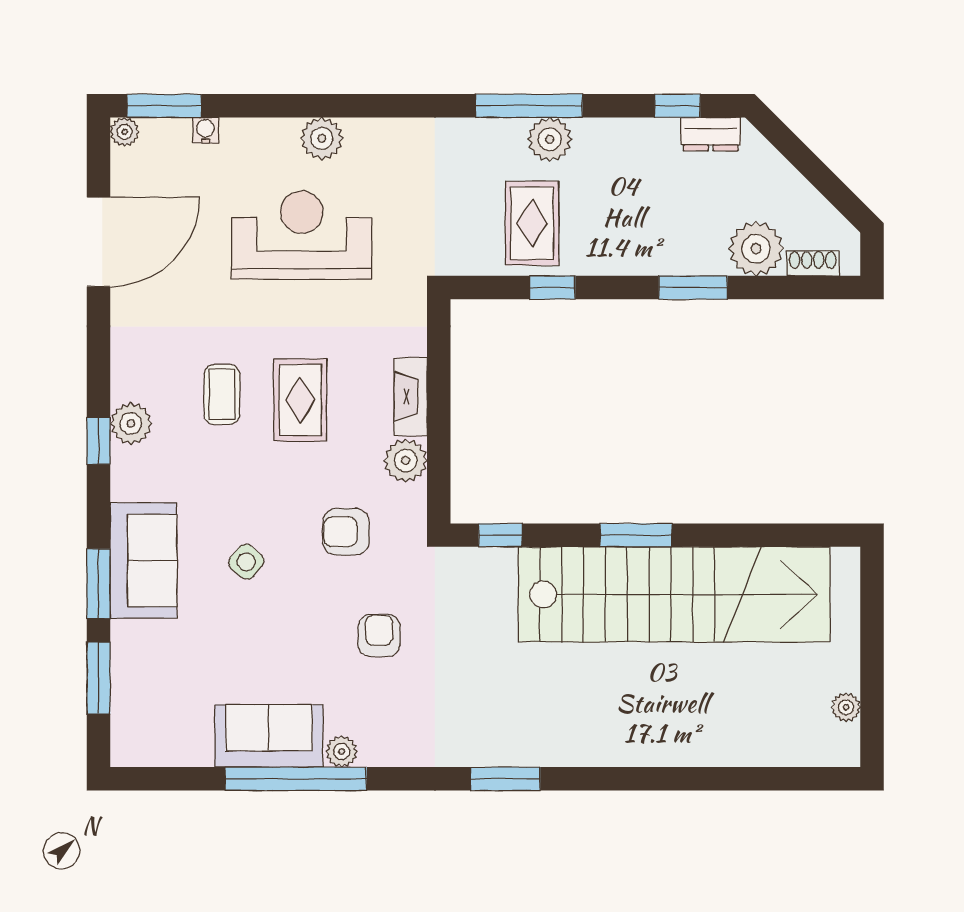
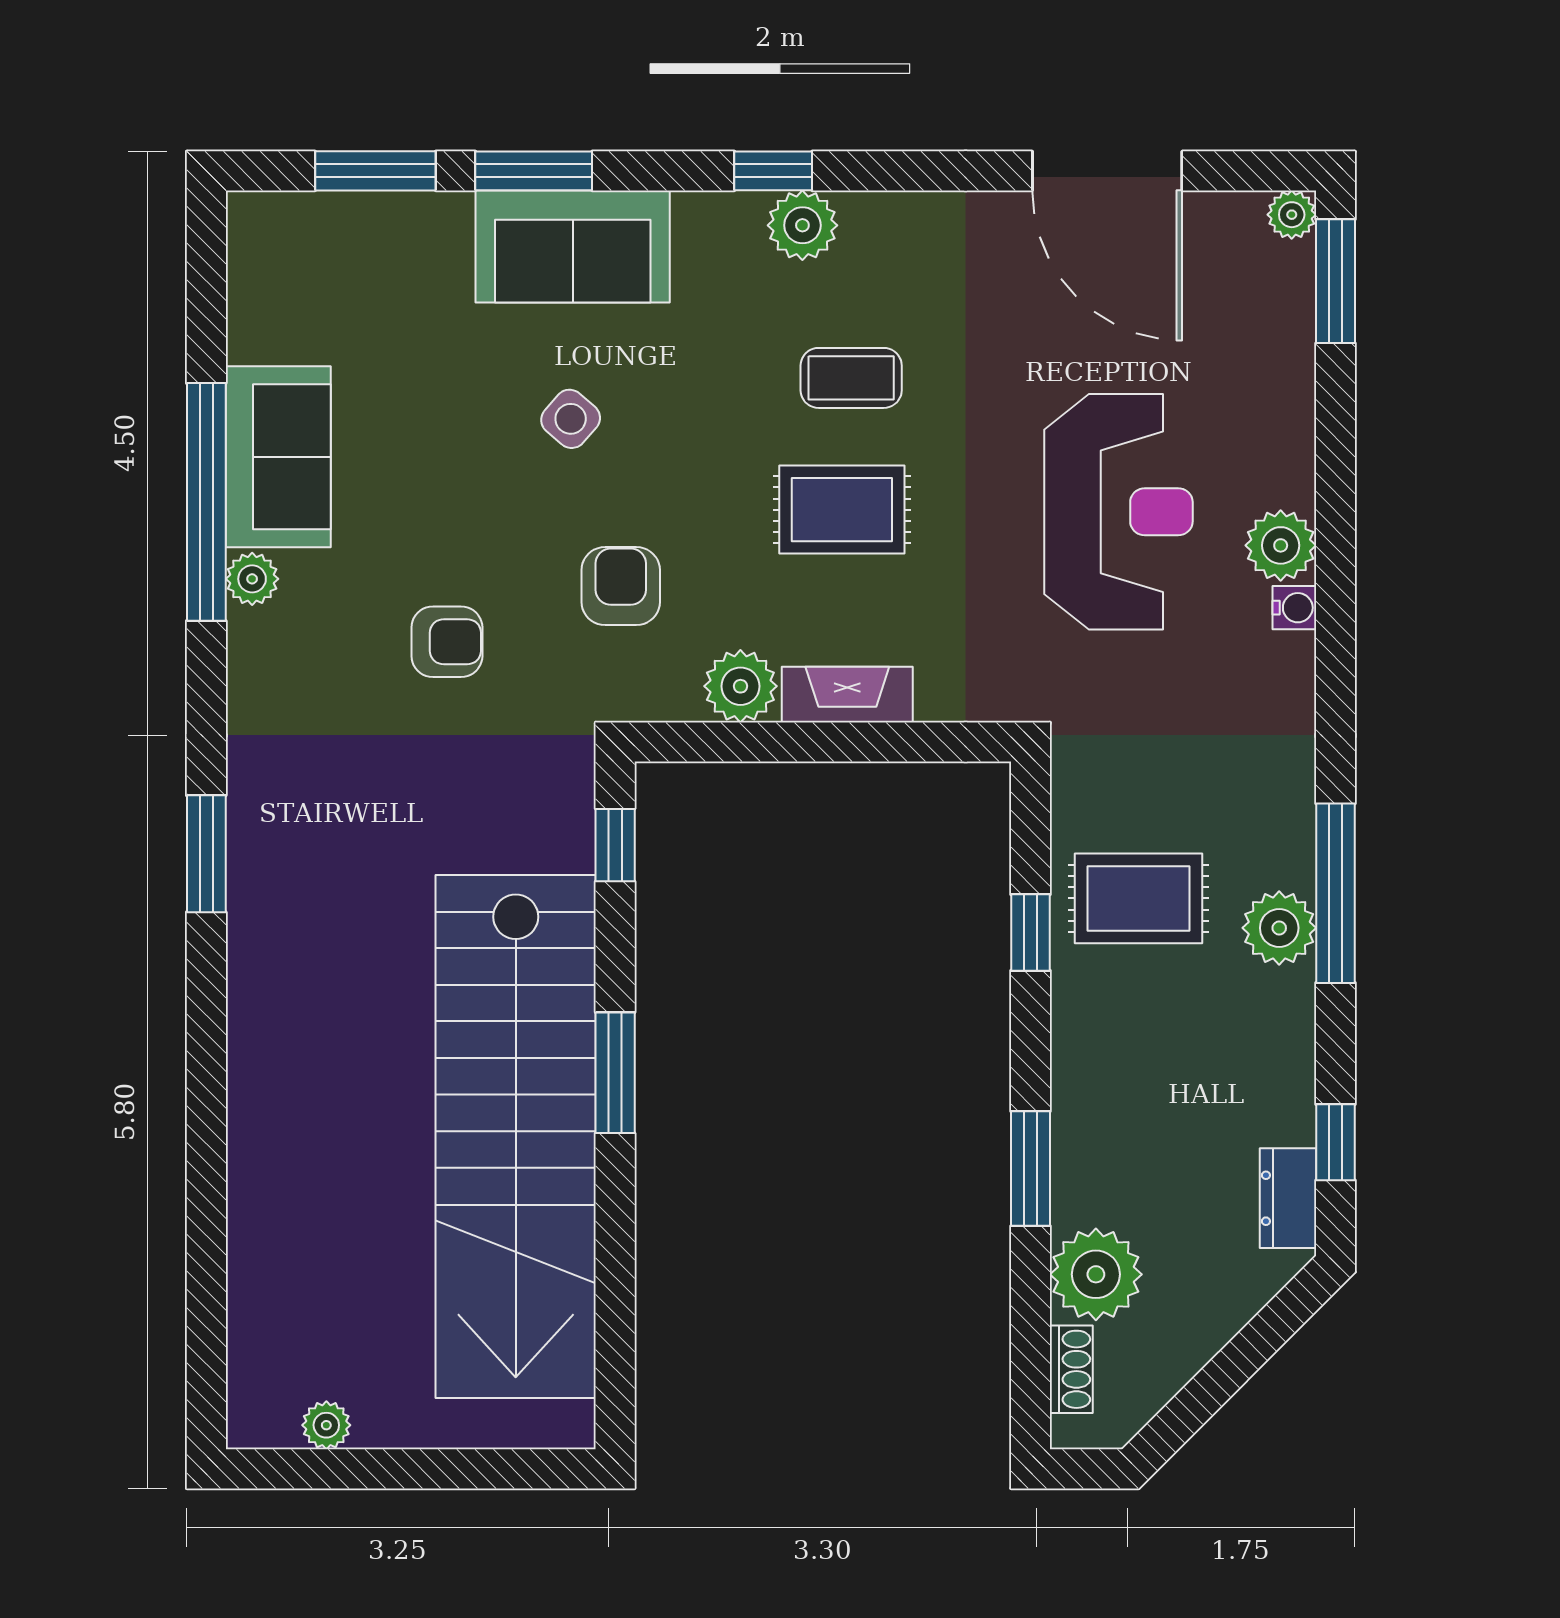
water cooler: (205, 130) -> (1294, 608), moved

